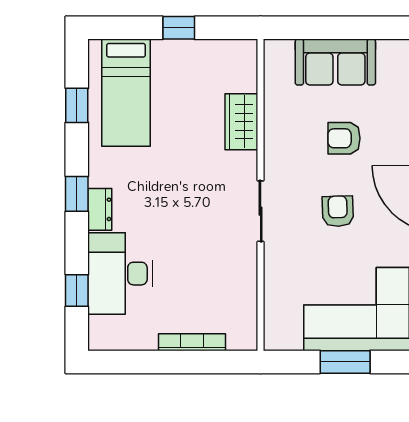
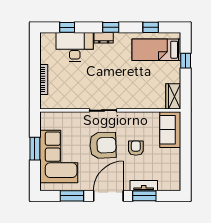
window: (179, 28) -> (186, 61), moved
sofa: (335, 62) -> (170, 130), moved
wardrobe: (241, 122) -> (173, 96), moved, turned -90
armchair: (338, 211) -> (103, 145), width x1.88, depth x1.88

